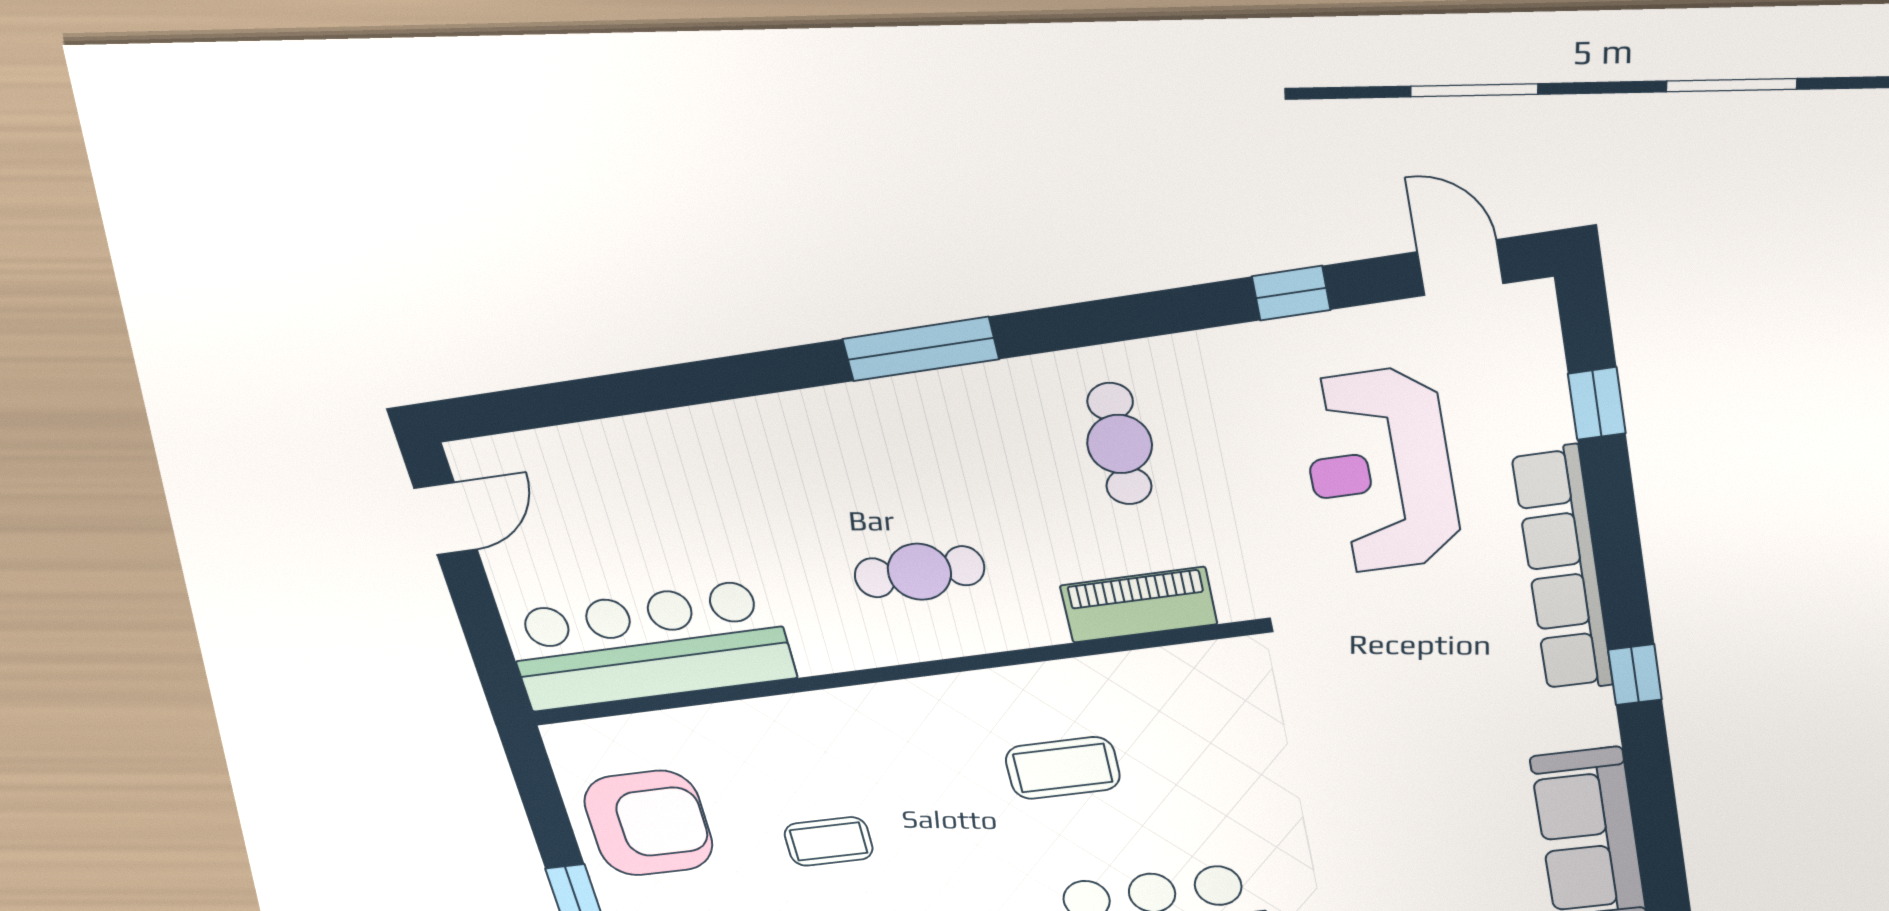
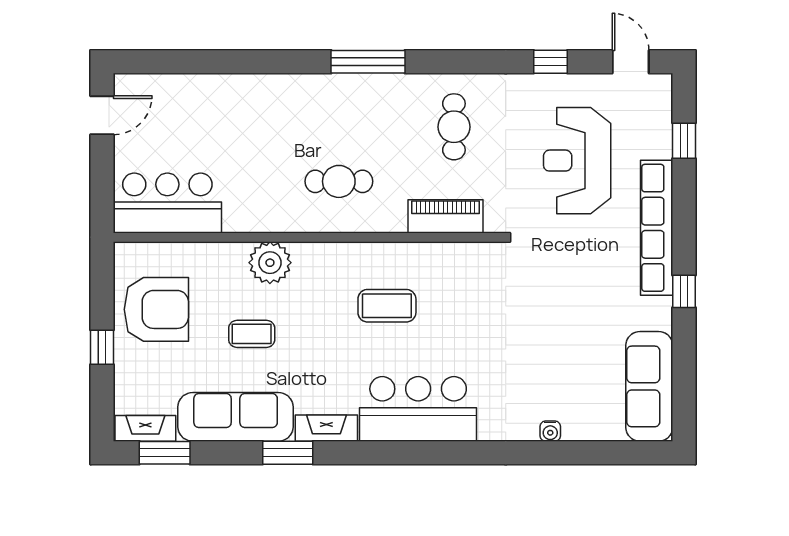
bar counter: (648, 646) -> (167, 203), width x0.73
plant: (829, 724) -> (270, 263), added

